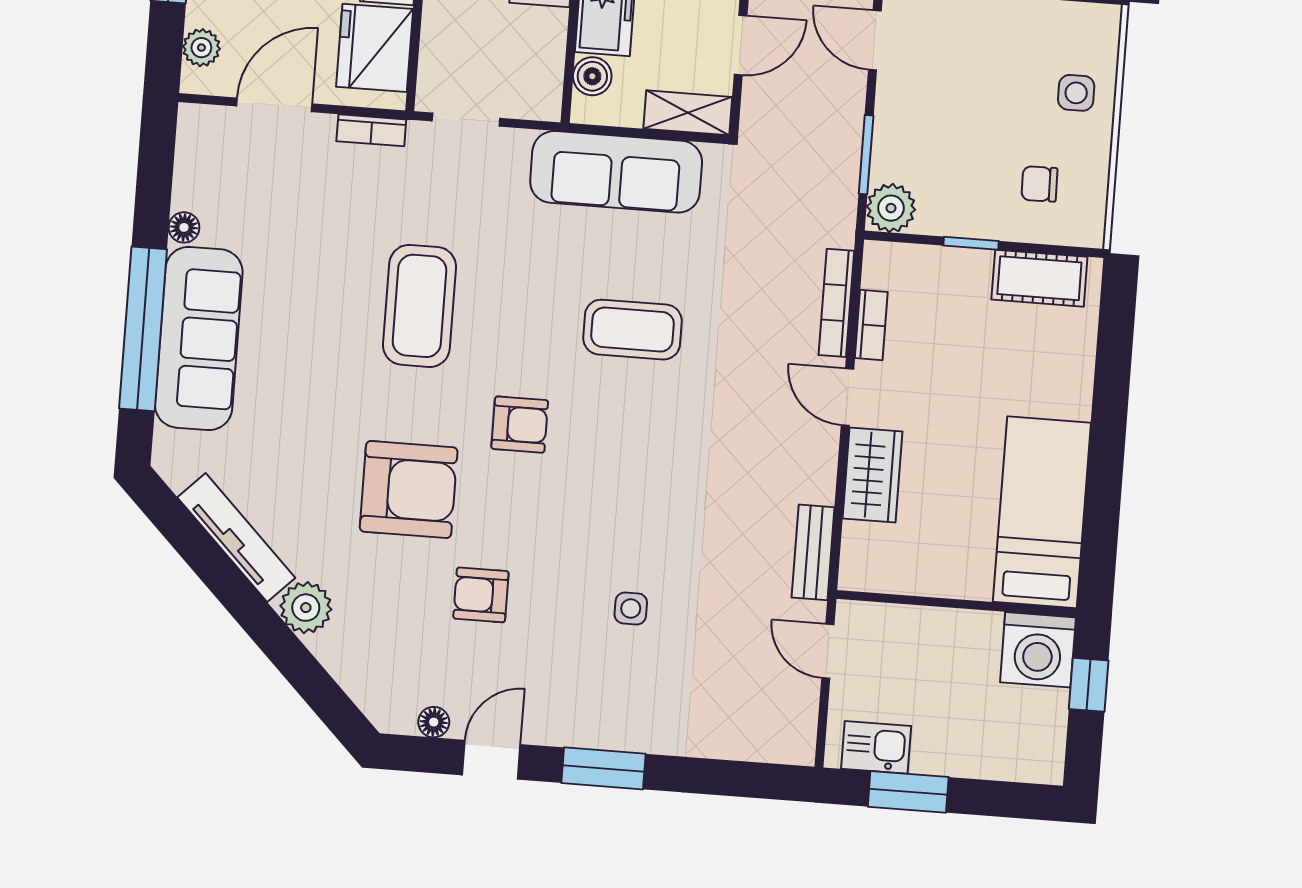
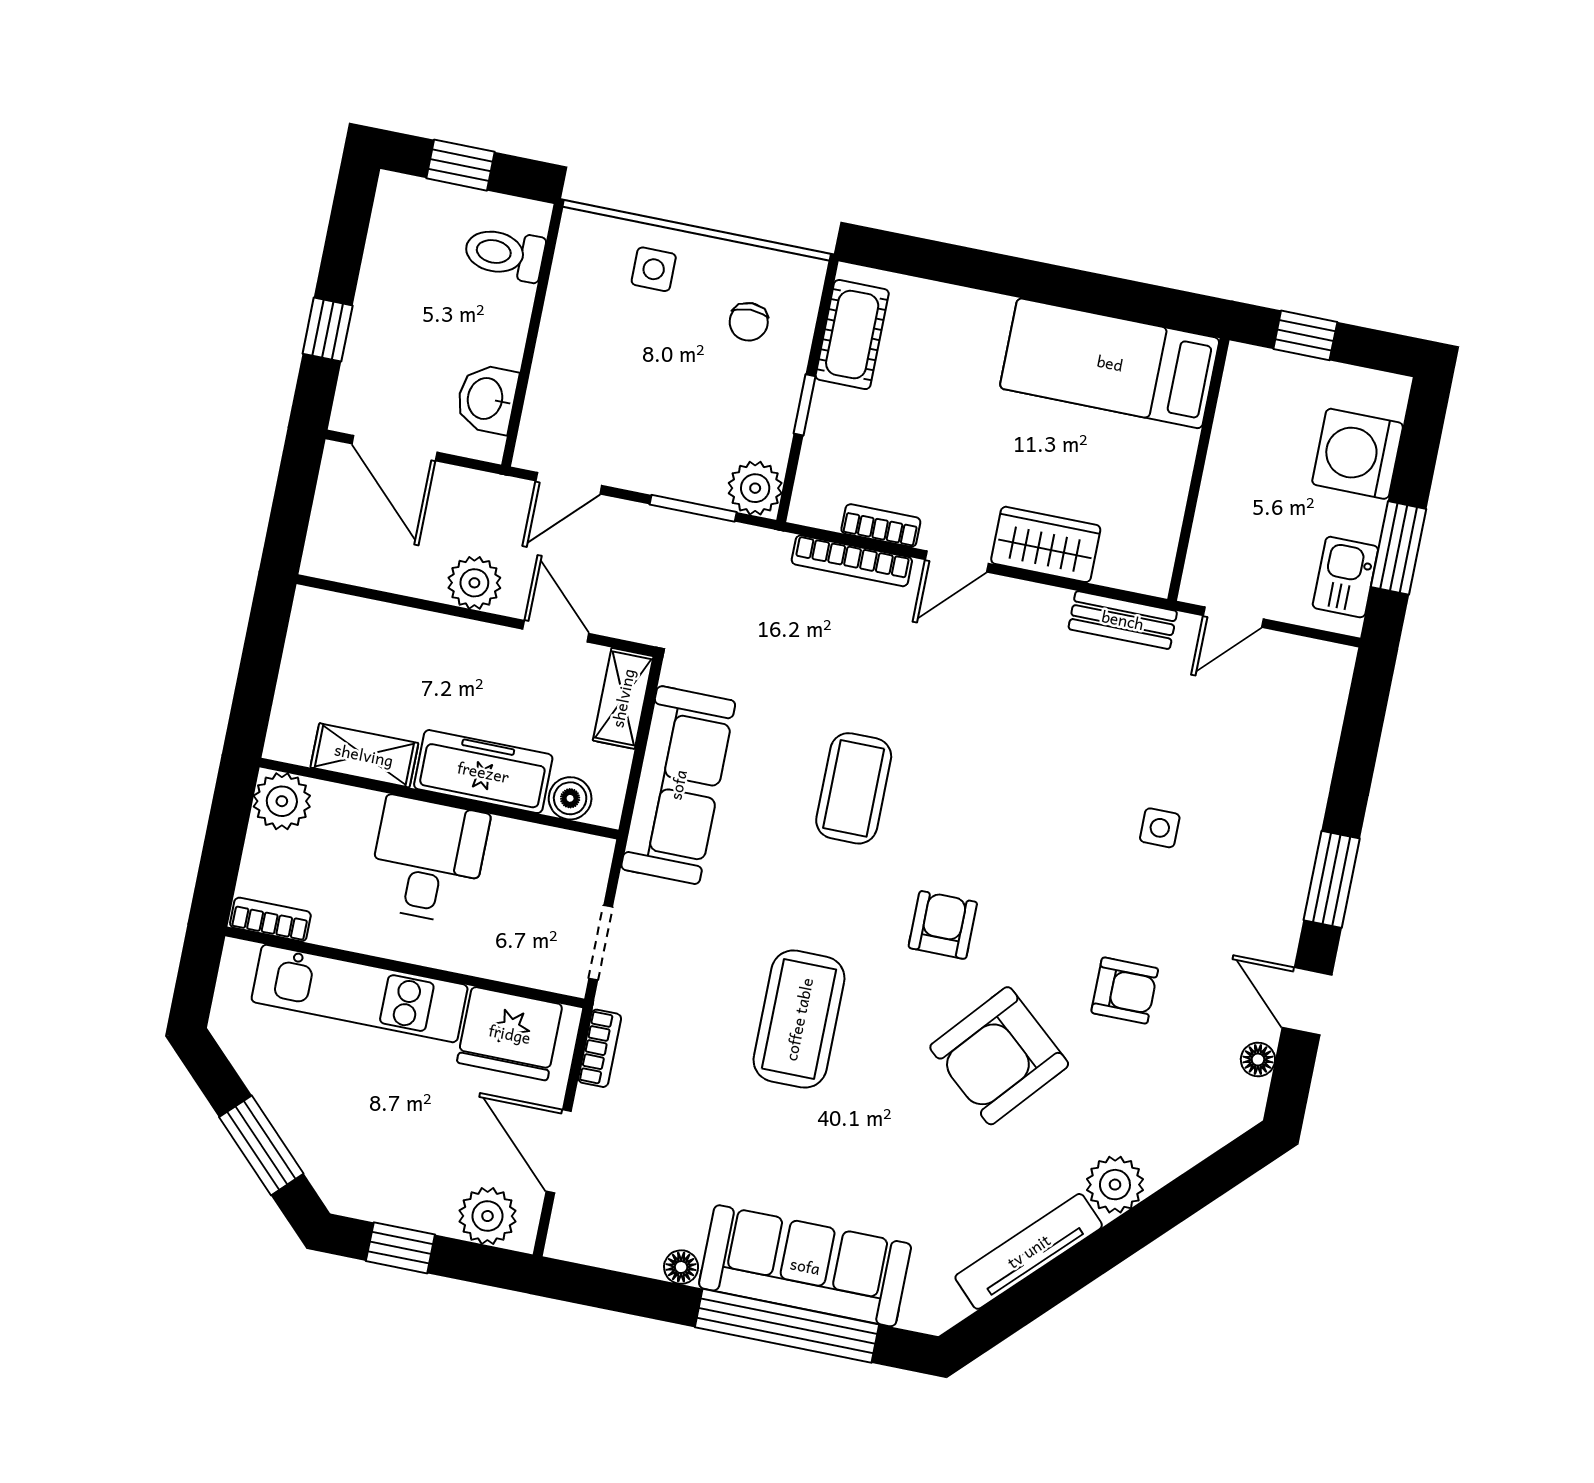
plant: (201, 48) -> (487, 1216), width x1.38, depth x1.38
coffee table: (420, 306) -> (799, 1019), turned 90
armchair: (409, 490) -> (999, 1056), turned -139
armchair: (481, 595) -> (1125, 991), turned -90
washing machine: (1038, 650) -> (1358, 454), moved, turned 180

